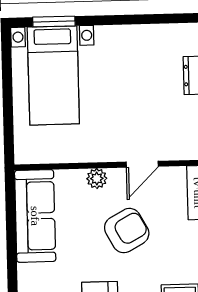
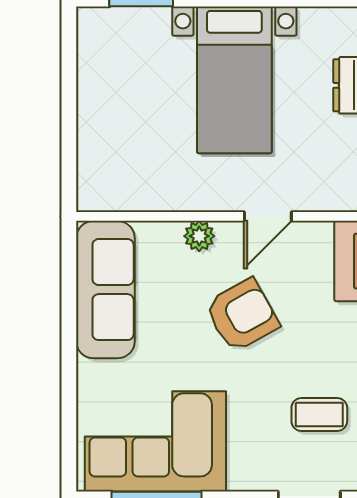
bed with nightstands: (53, 75) -> (234, 80), moved

